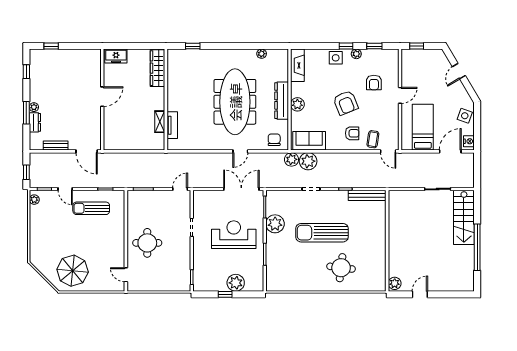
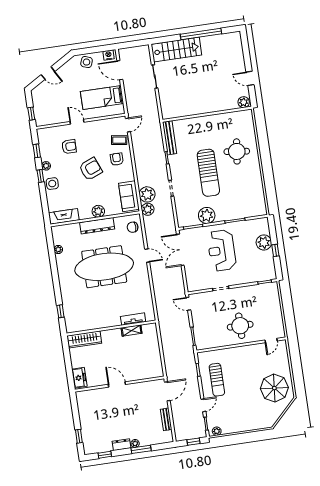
dresser: (35, 122) -> (121, 445), moved

